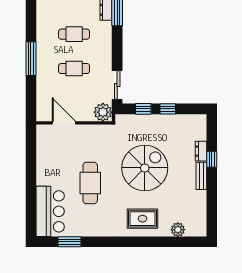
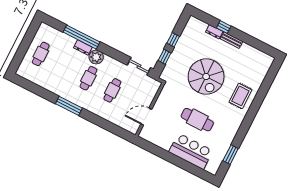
window: (31, 59) -> (69, 106), moved
plant: (103, 112) -> (96, 57), moved
spiral stairs: (145, 168) -> (206, 77), turned 180
bar counter: (50, 211) -> (191, 151), moved
plant: (178, 230) -> (260, 75), removed

